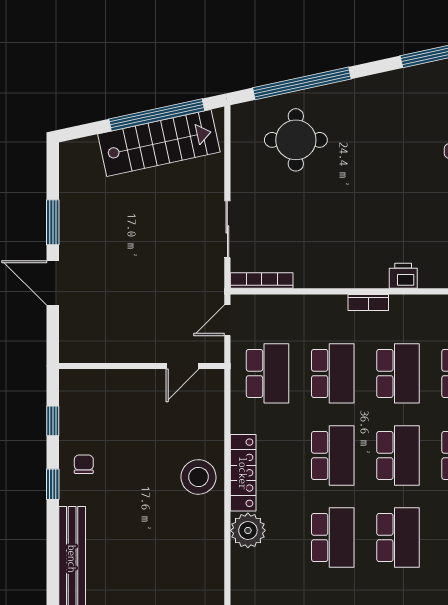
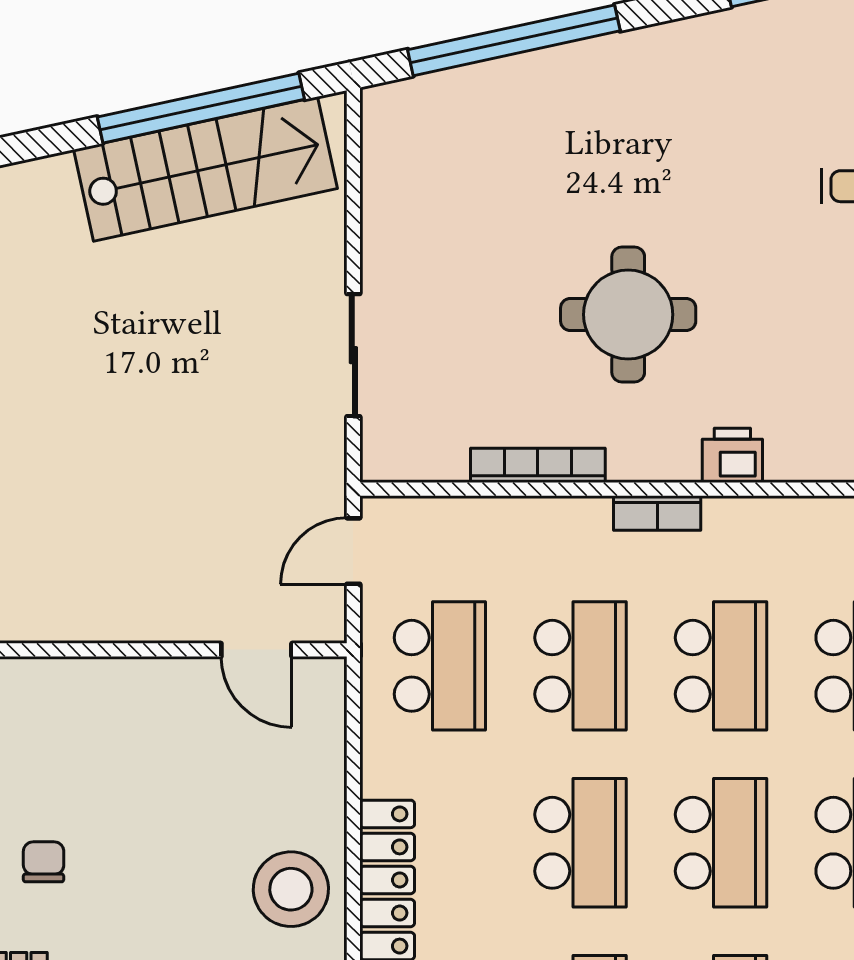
round table: (296, 140) -> (628, 315), moved
bookcase: (262, 280) -> (538, 465), moved
door: (182, 366) -> (256, 650), hinge flipped

